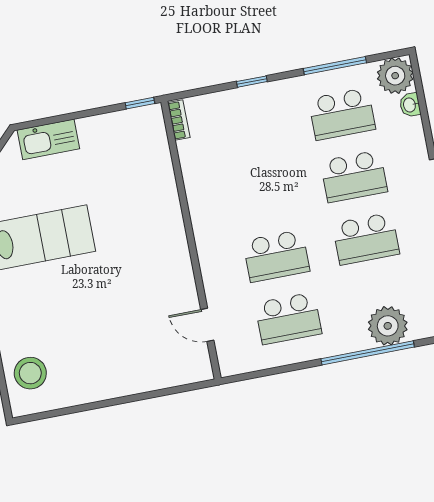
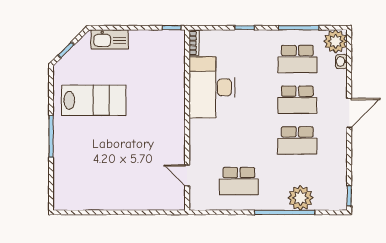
desk: (219, 183) -> (212, 87), added
school desk: (276, 256) -> (239, 140), removed
stool: (30, 373) -> (70, 184), removed

